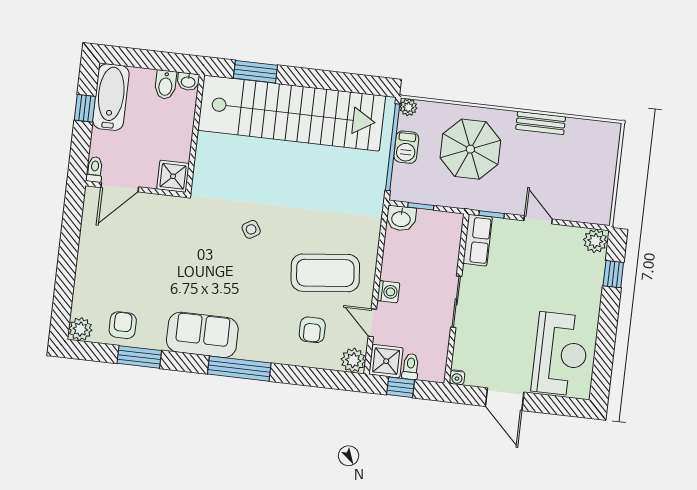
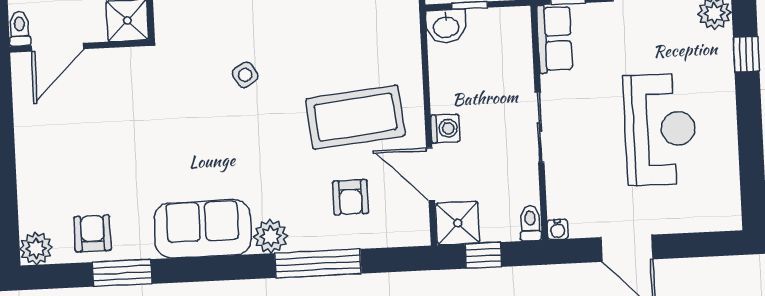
door: (372, 323) -> (430, 174), width x1.38
reception desk: (560, 354) -> (660, 129), moved
plant: (353, 360) -> (271, 236), moved
toilet: (411, 366) -> (530, 223), moved
window: (239, 369) -> (318, 263), moved

